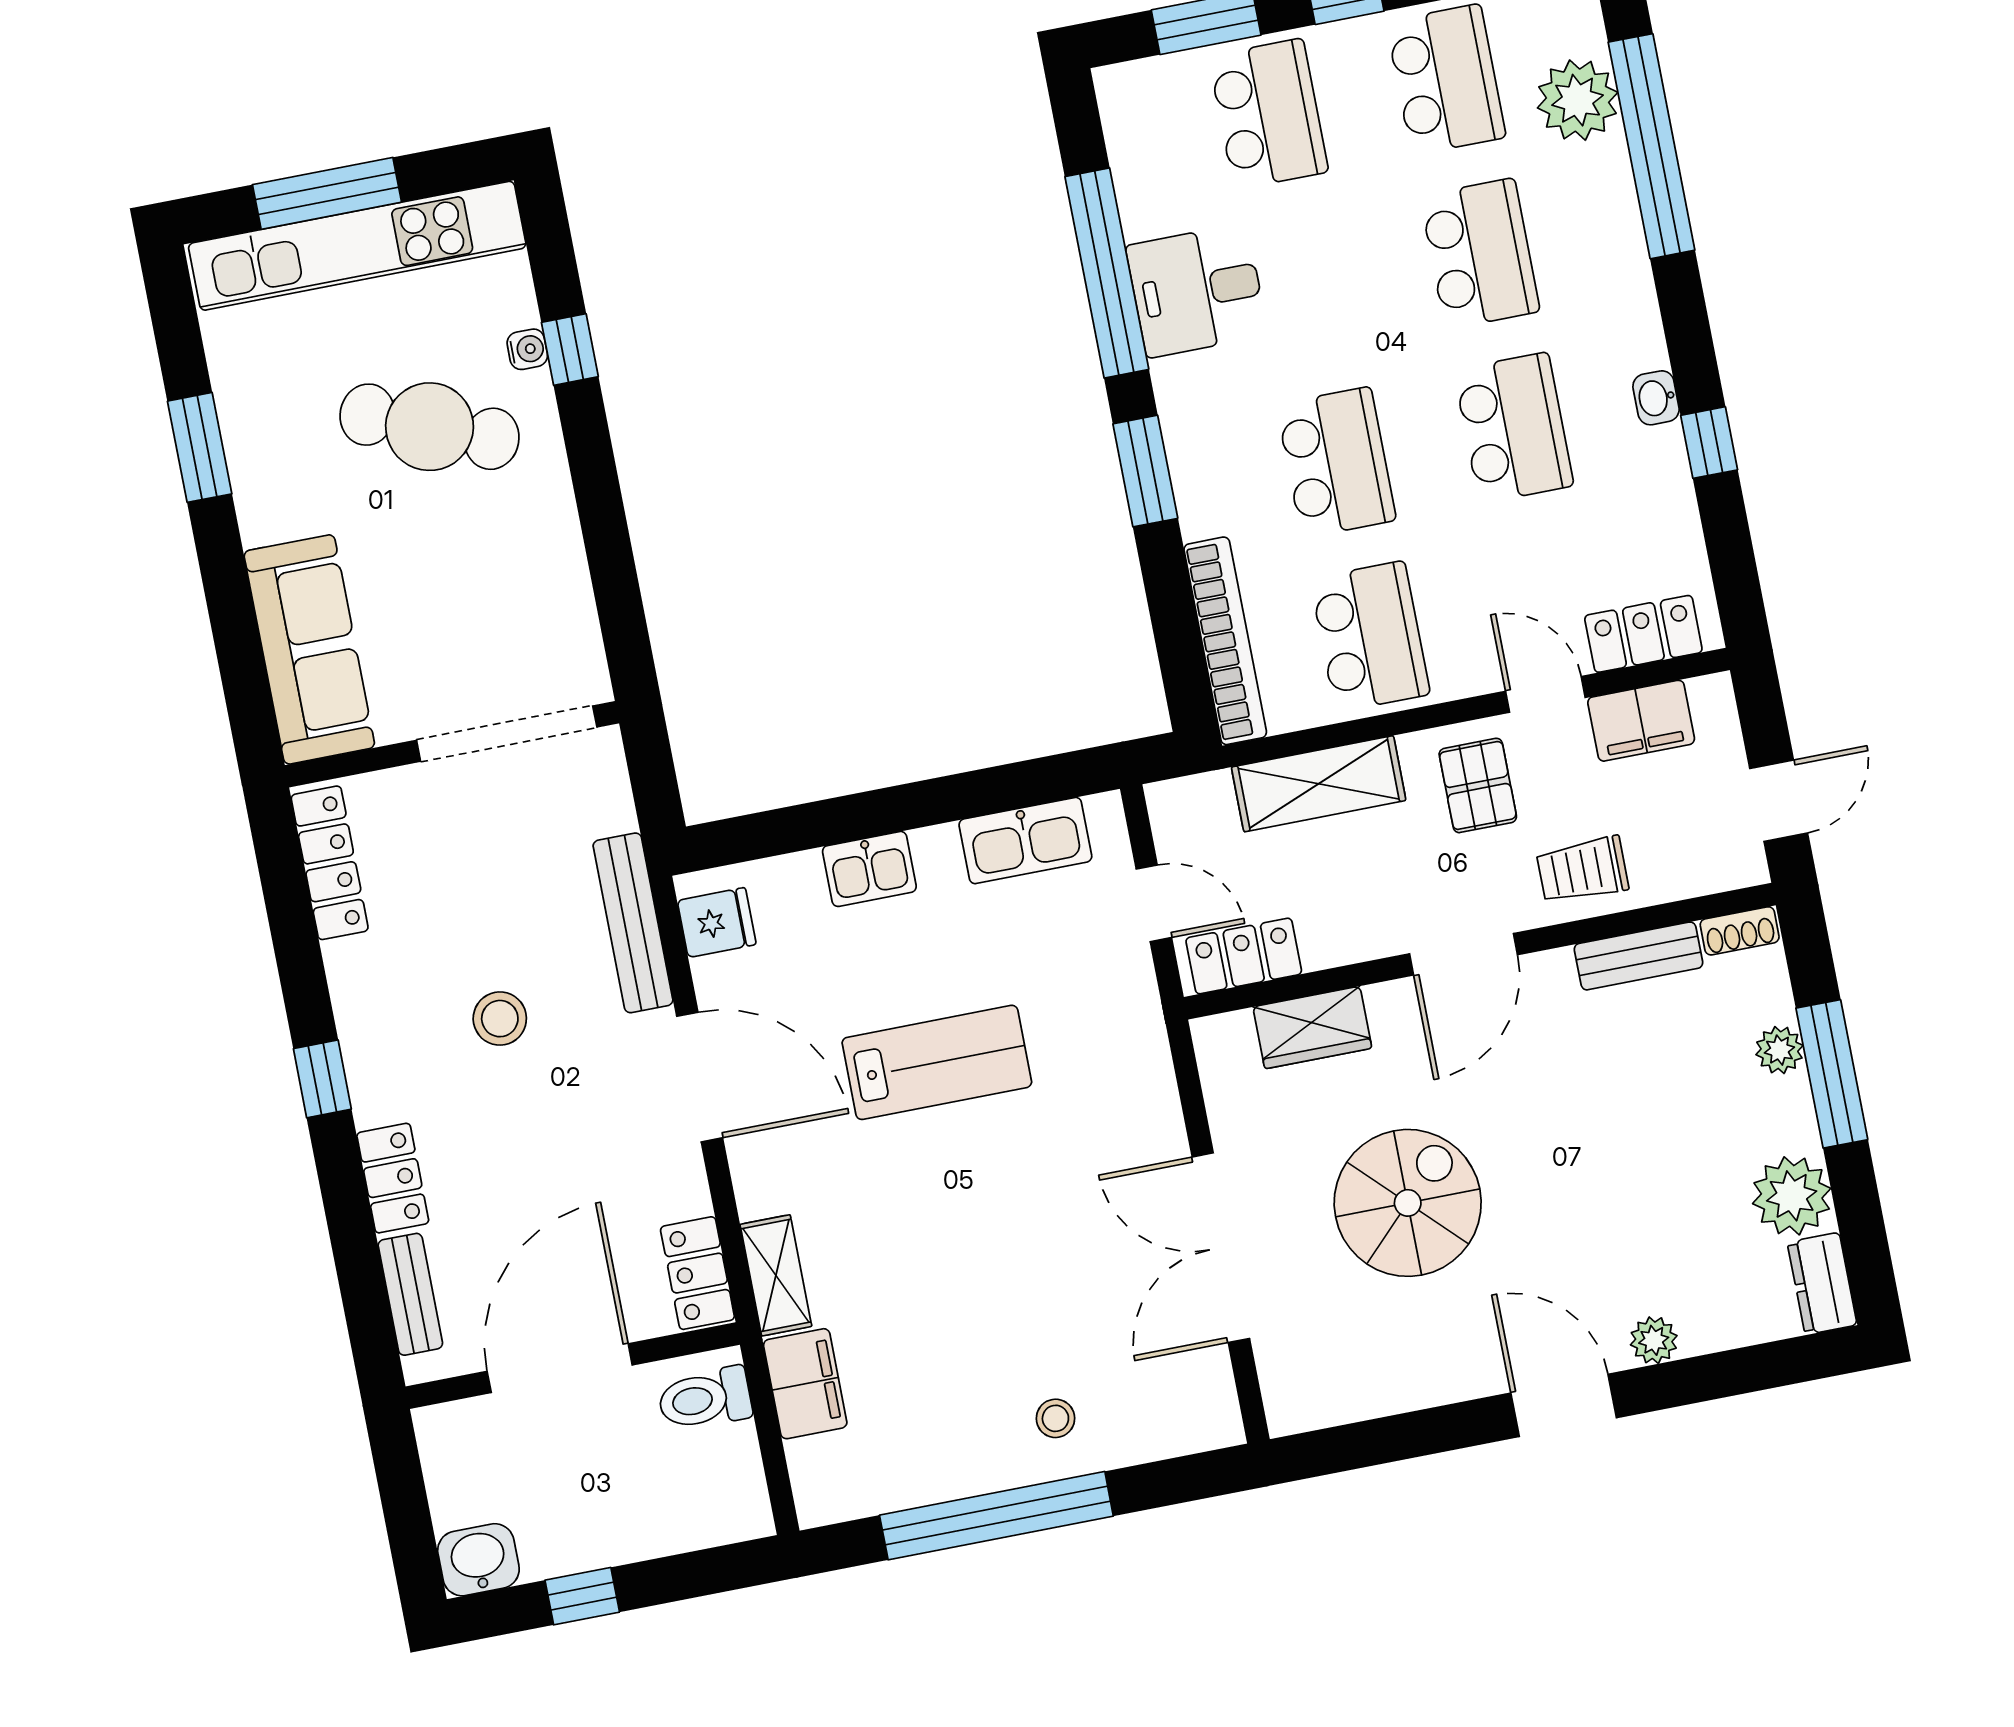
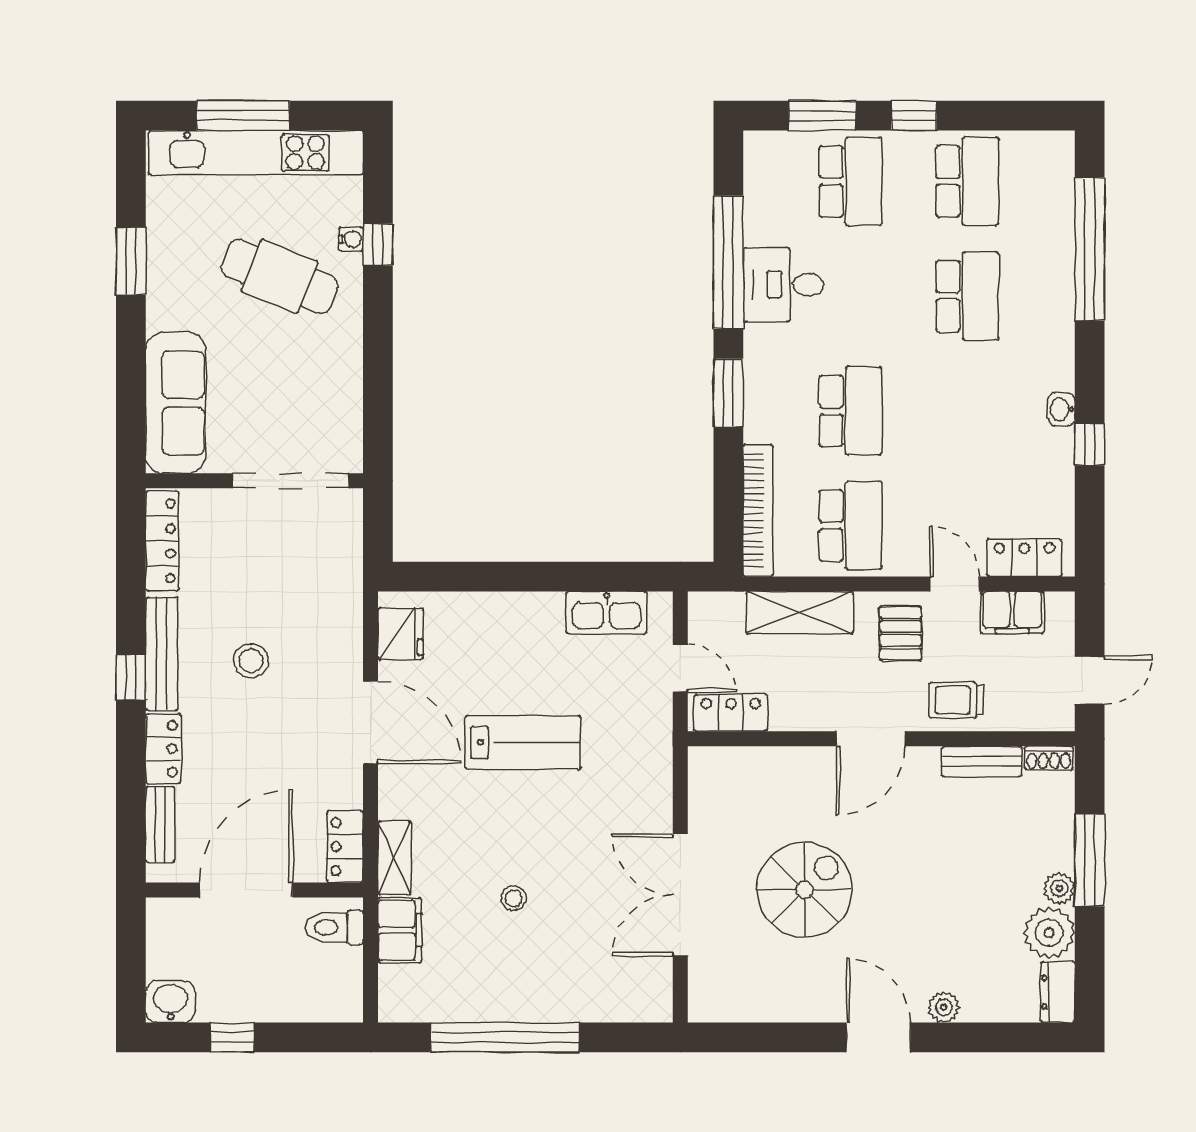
plant: (1578, 100) -> (1048, 211), removed
school desk: (1514, 428) -> (967, 411), removed
kitchen sink: (869, 869) -> (504, 611), removed
fridge: (717, 922) -> (400, 634), width x1.38
bench: (633, 923) -> (162, 654), moved
wardrobe: (1312, 1028) -> (766, 767), removed
plant: (1779, 1050) -> (1059, 888), moved
stool: (1055, 1418) -> (514, 898), moved

